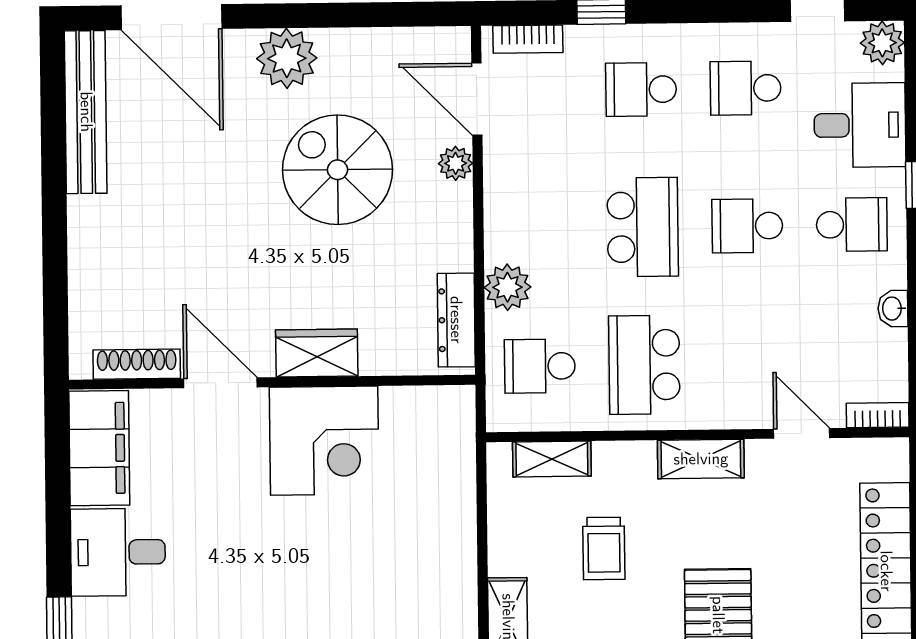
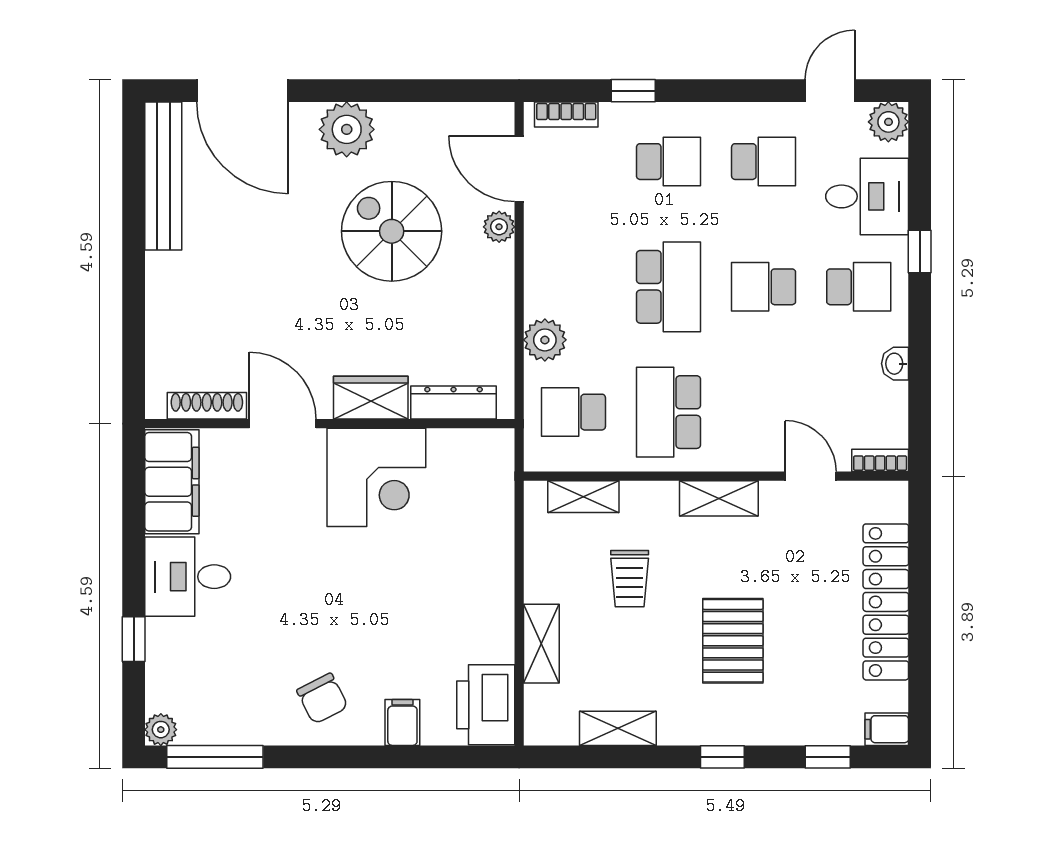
school desk: (746, 88) -> (764, 162), turned 180
school desk: (641, 89) -> (669, 162), turned 180
dresser: (456, 320) -> (454, 403), moved, turned 90

